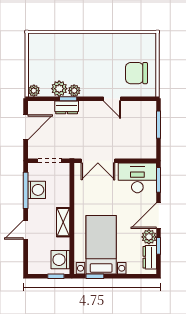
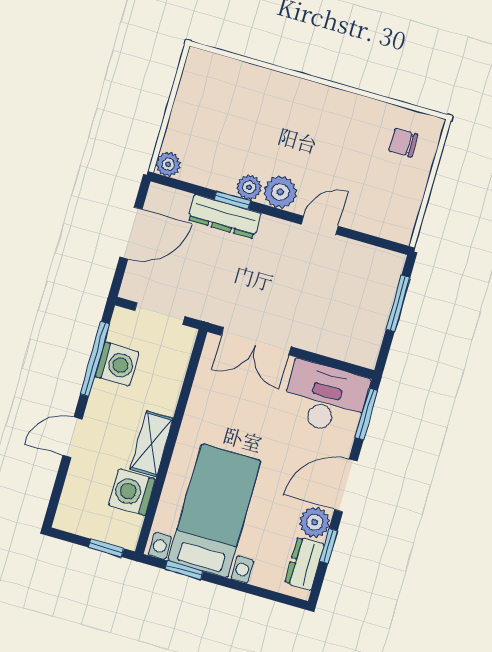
chair: (136, 73) -> (403, 143), moved, width x0.54, depth x0.54
plant: (59, 89) -> (280, 192), moved
door: (112, 99) -> (320, 225), swing flipped
dresser: (67, 107) -> (224, 217), width x1.44
washing machine: (60, 260) -> (132, 492), moved

